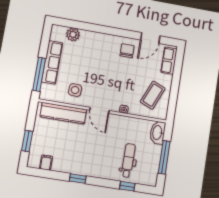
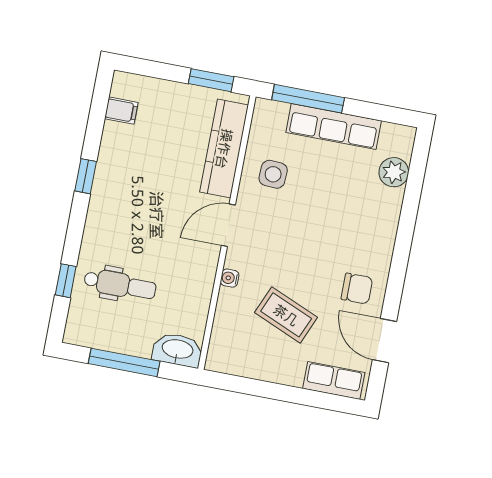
coffee table: (153, 95) -> (286, 315), moved
window: (27, 141) -> (211, 80), moved

